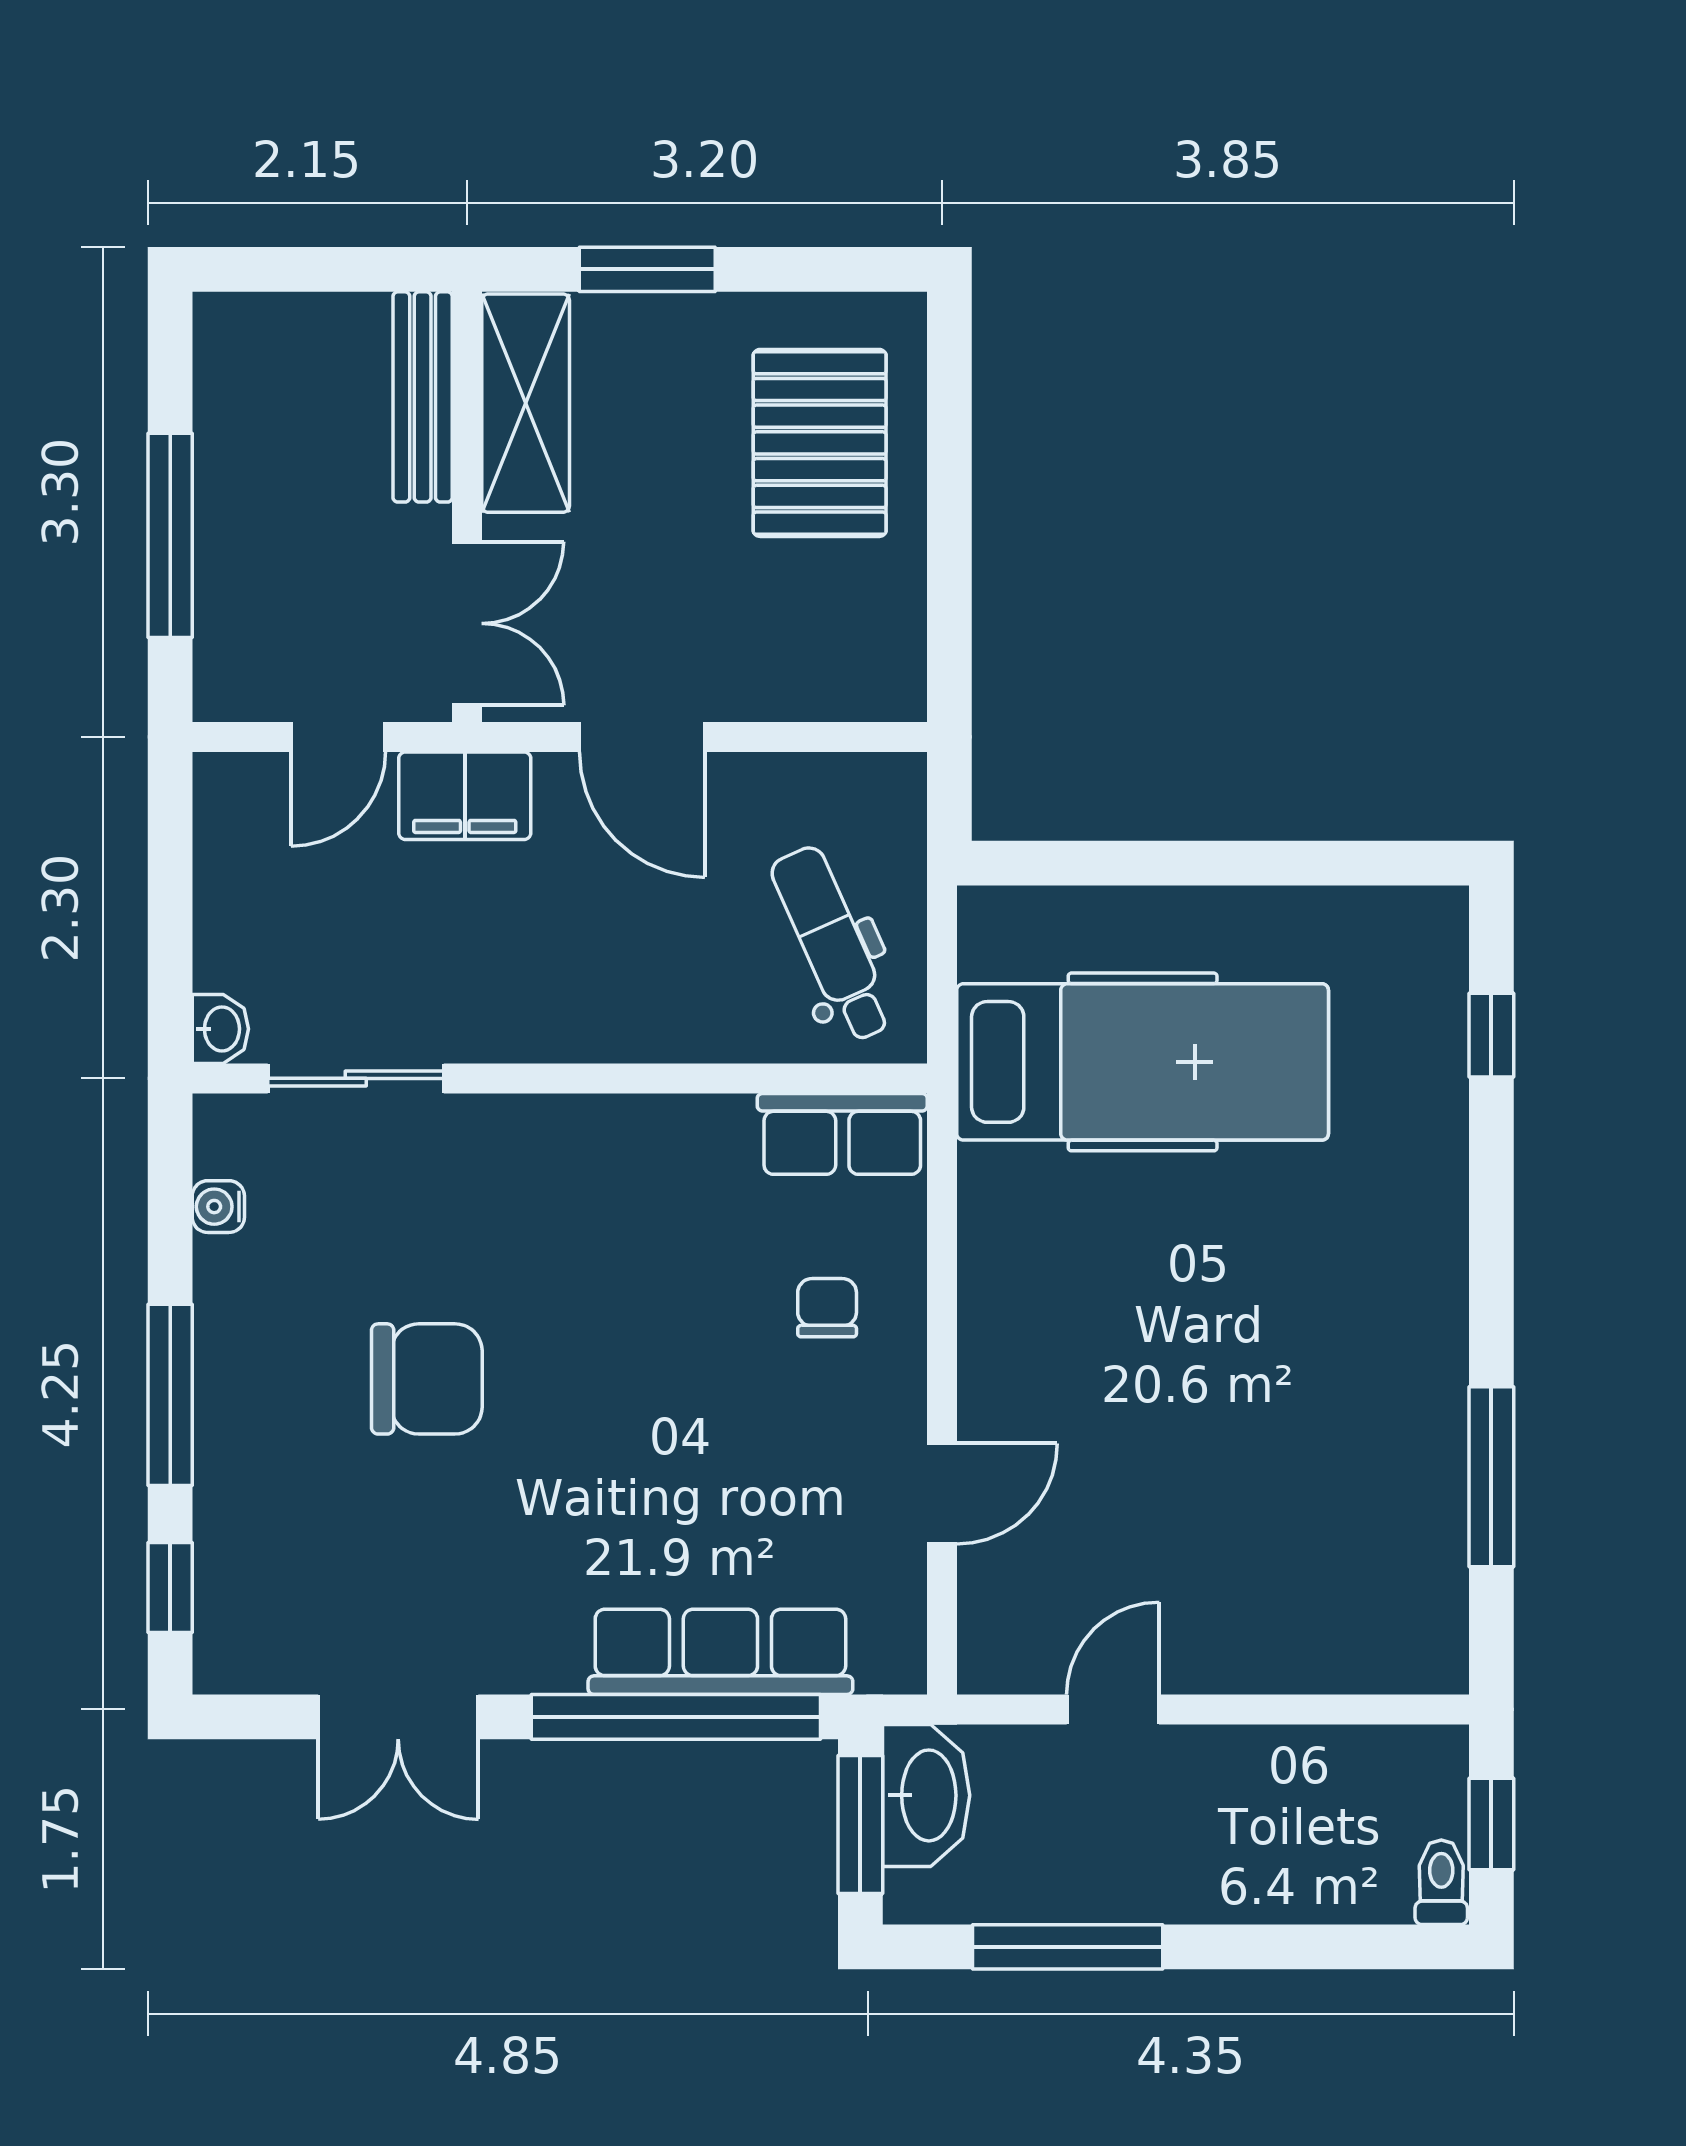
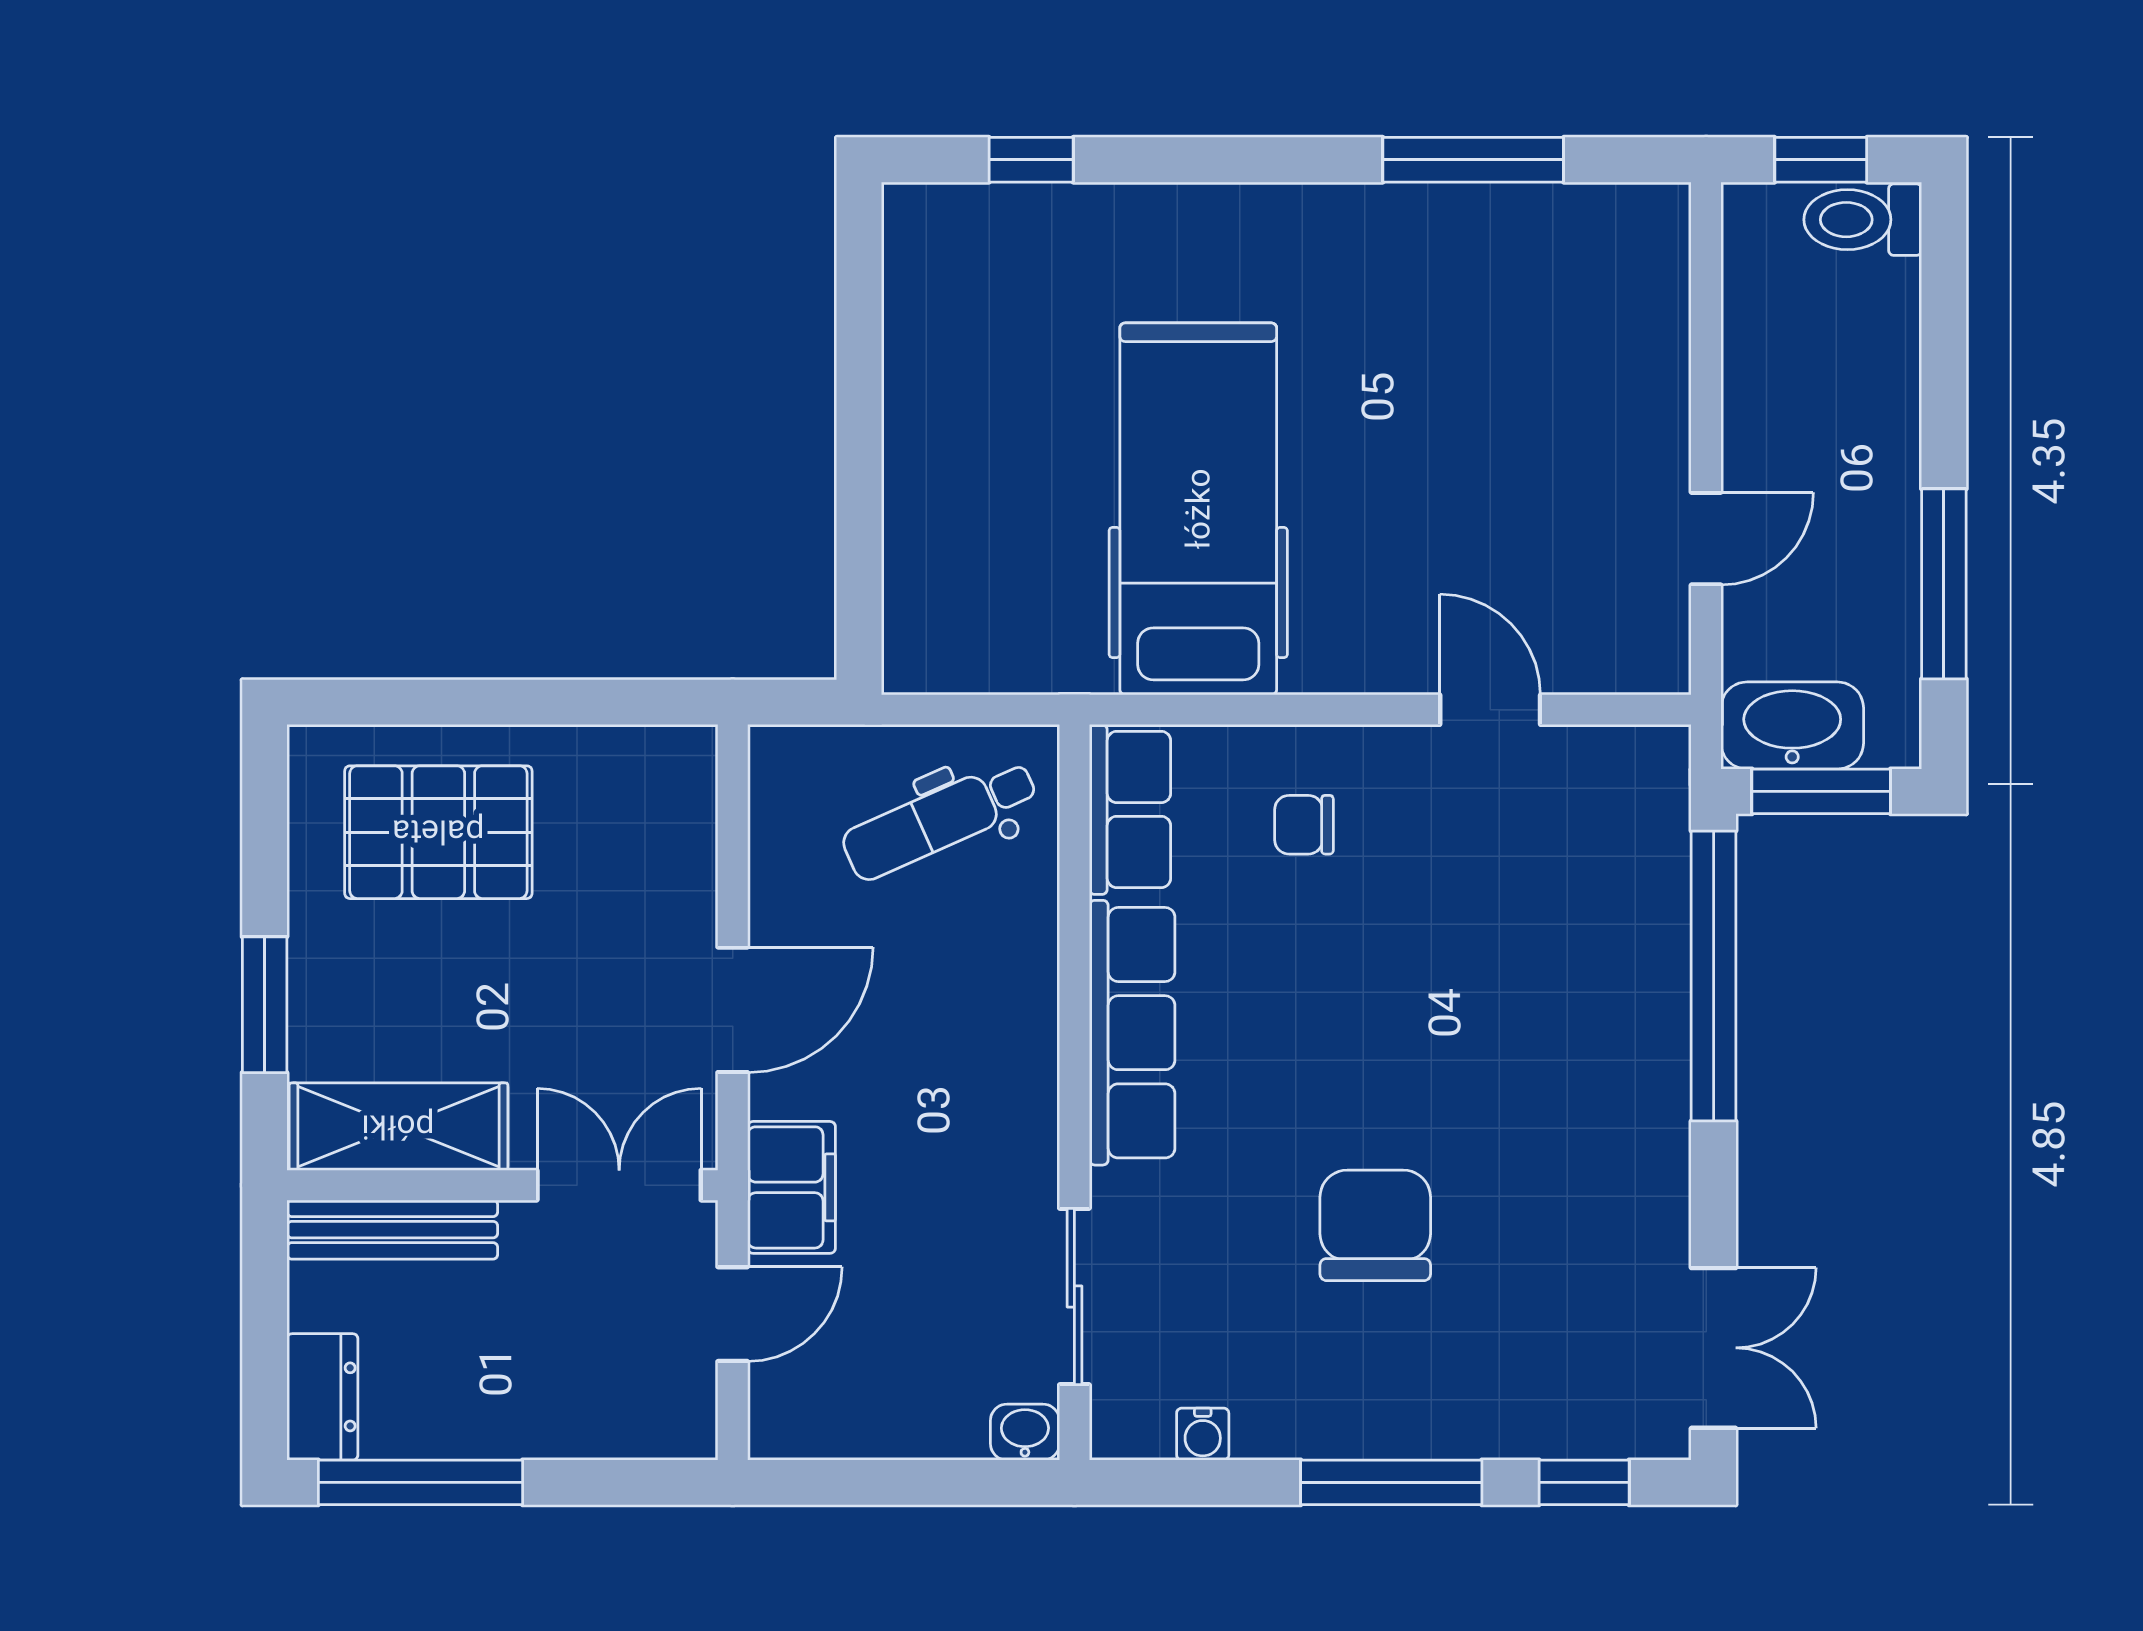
dresser: (255, 327) -> (322, 1397), added
window: (170, 535) -> (420, 1482), moved
door: (338, 737) -> (733, 1314), hinge flipped
hospital bed: (1143, 1062) -> (1198, 509), moved
row of seats: (720, 1652) -> (1132, 1033), moved, turned 180
door: (1113, 1709) -> (1706, 539), swing flipped
double door: (398, 1717) -> (1714, 1348), moved
toilet: (1441, 1882) -> (1863, 220), width x1.37, depth x1.39

